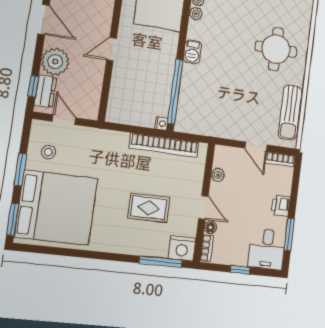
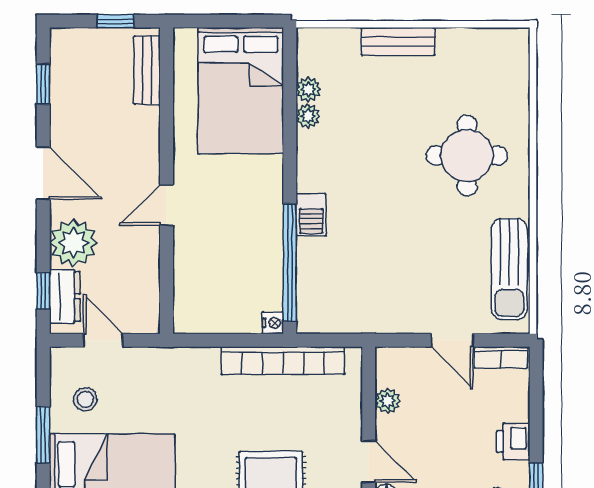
barbecue: (192, 52) -> (311, 215), moved

